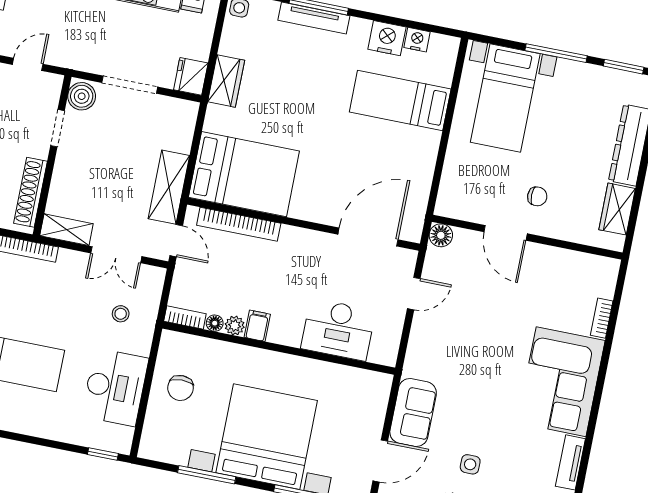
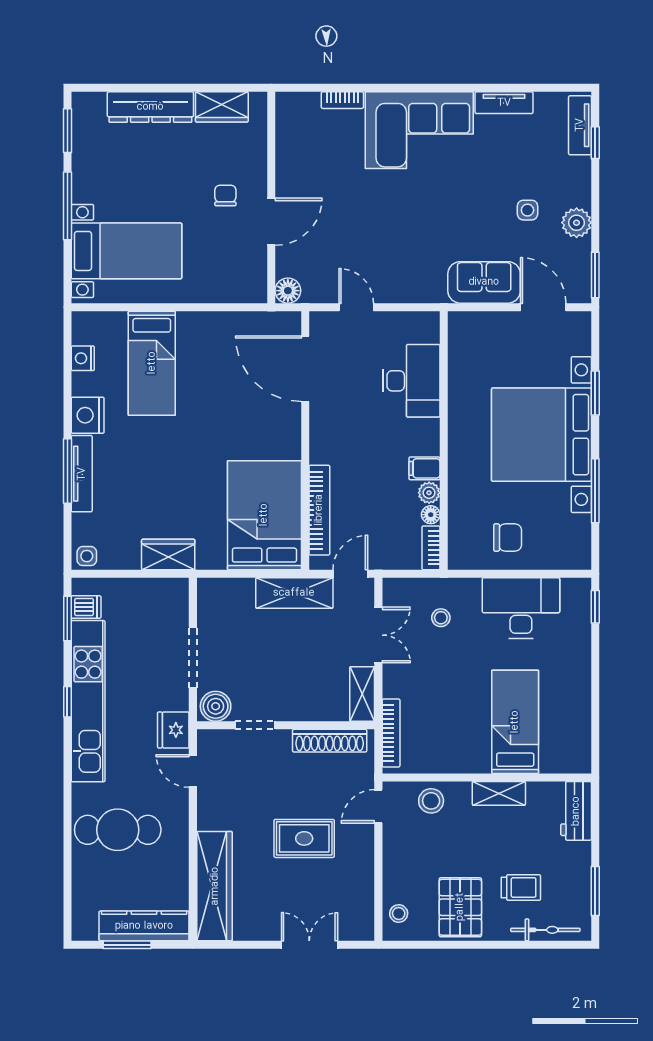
nightstand: (387, 38) -> (88, 415), moved
fridge: (191, 76) -> (173, 730), moved, turned 90

